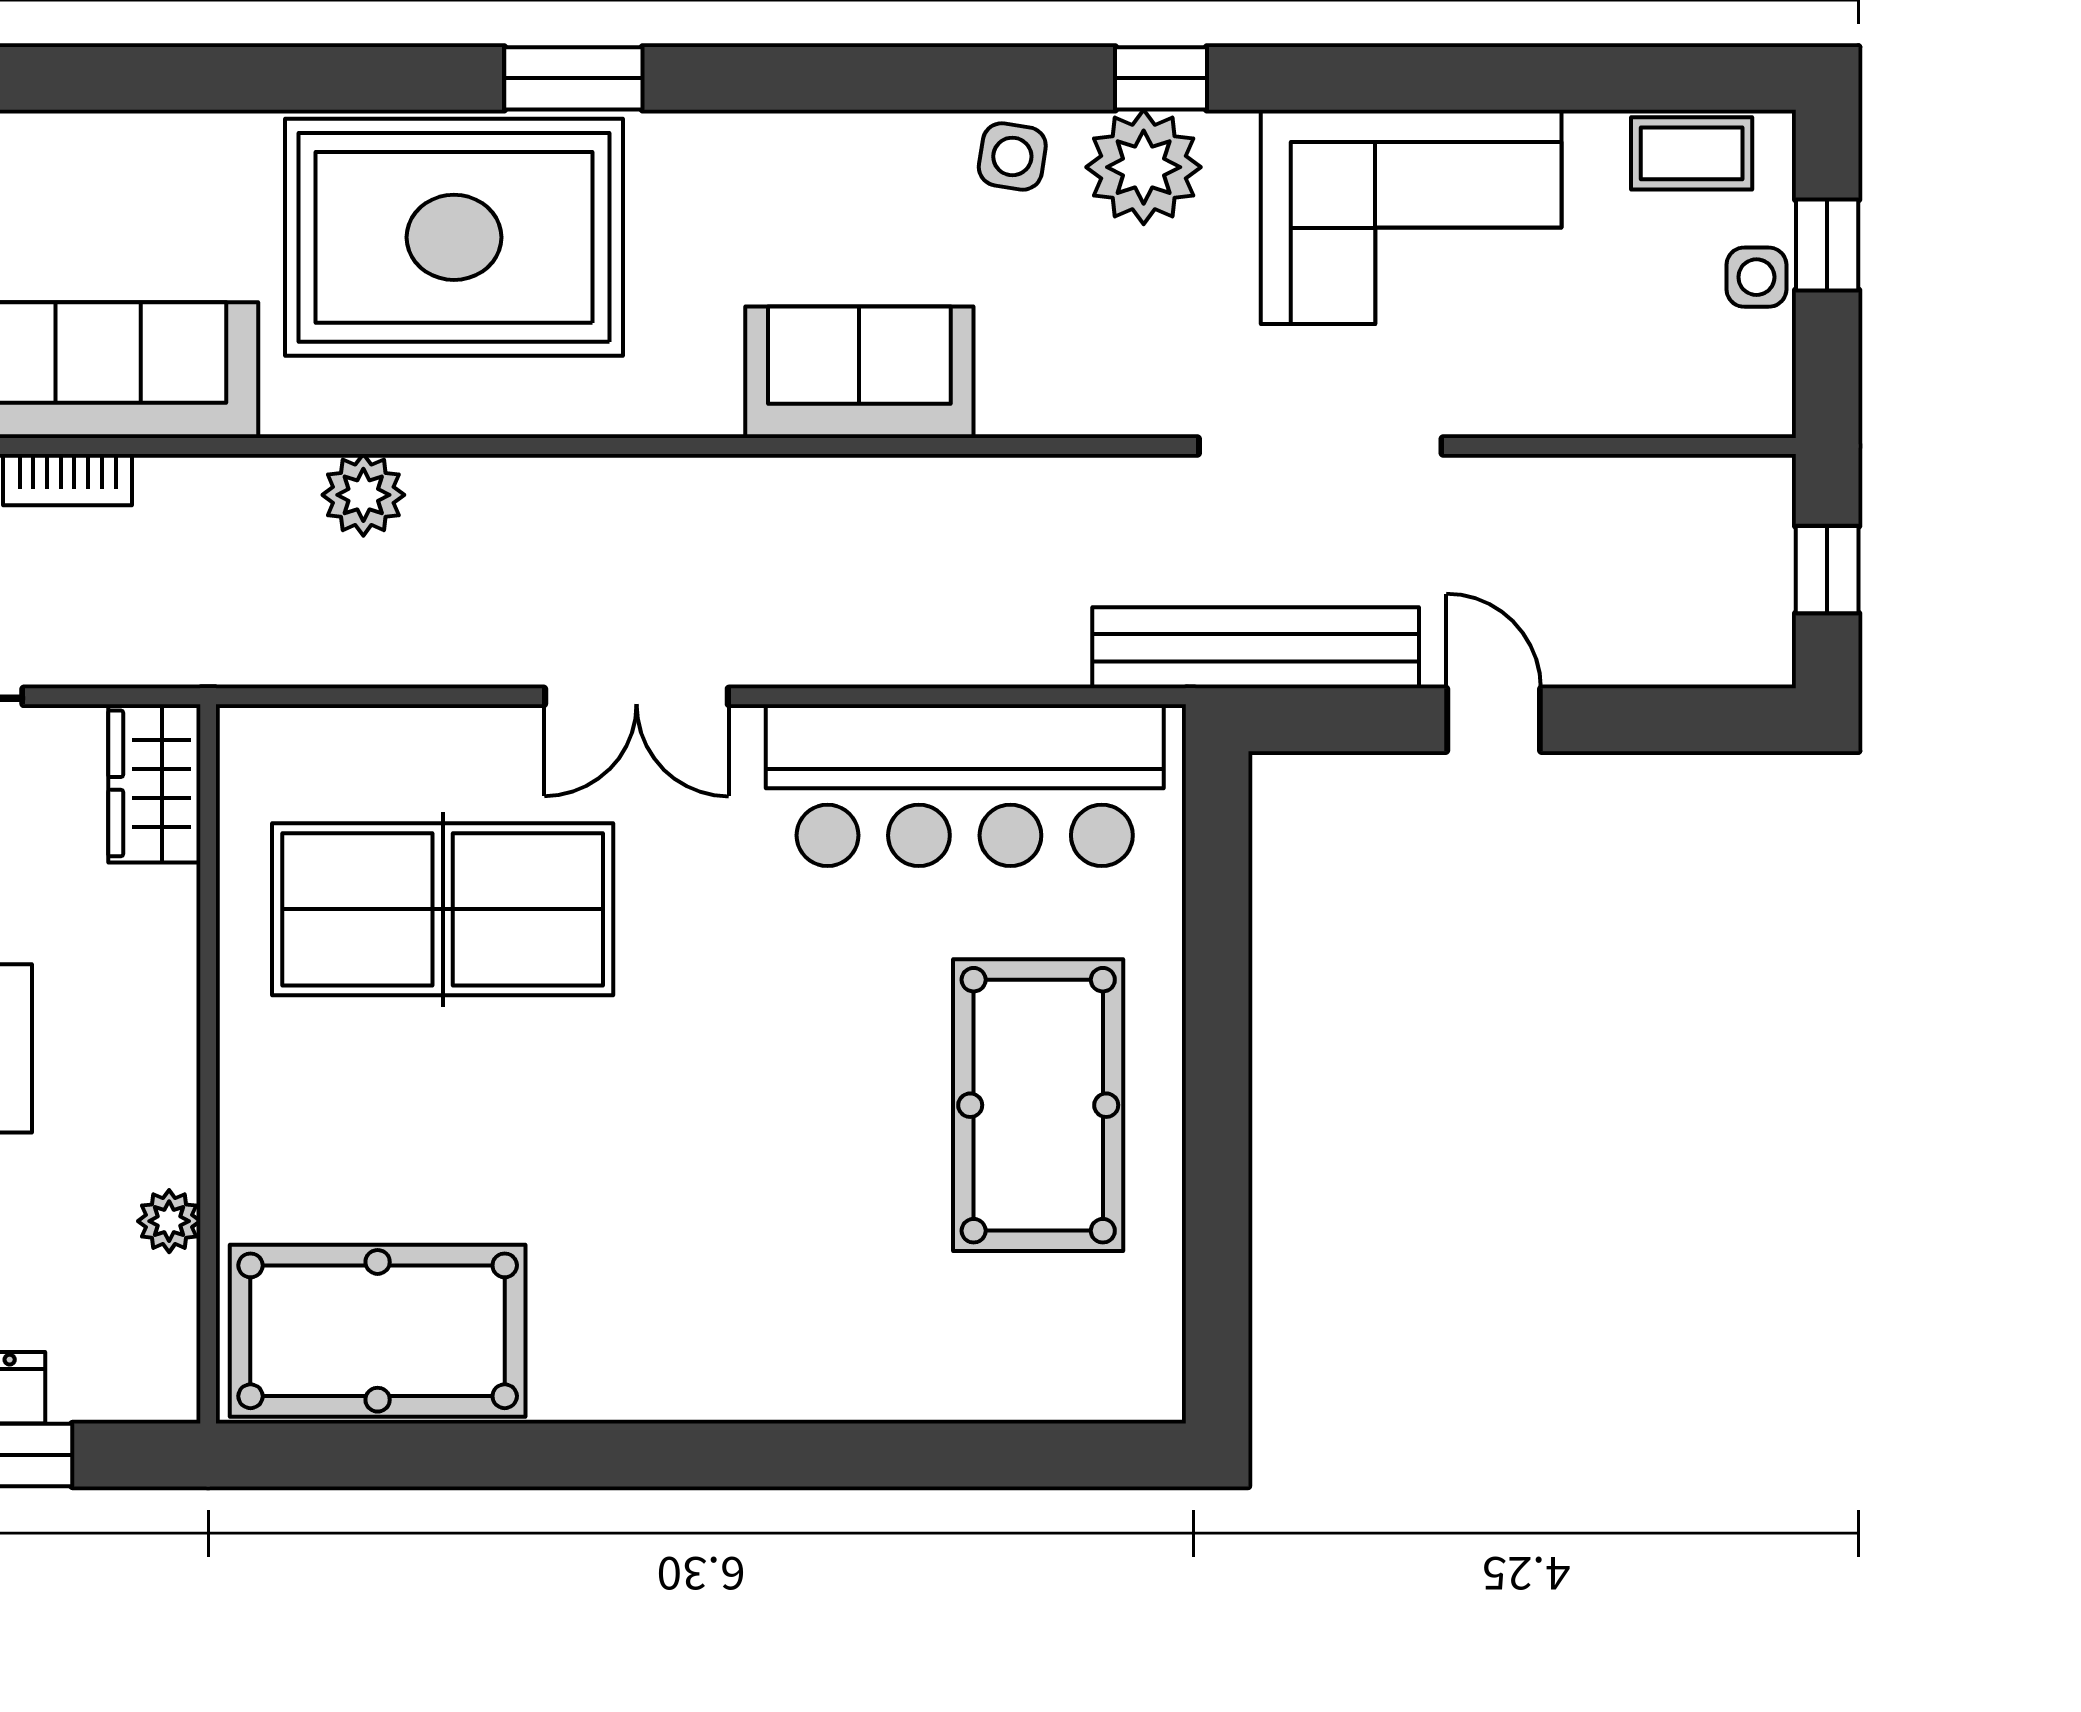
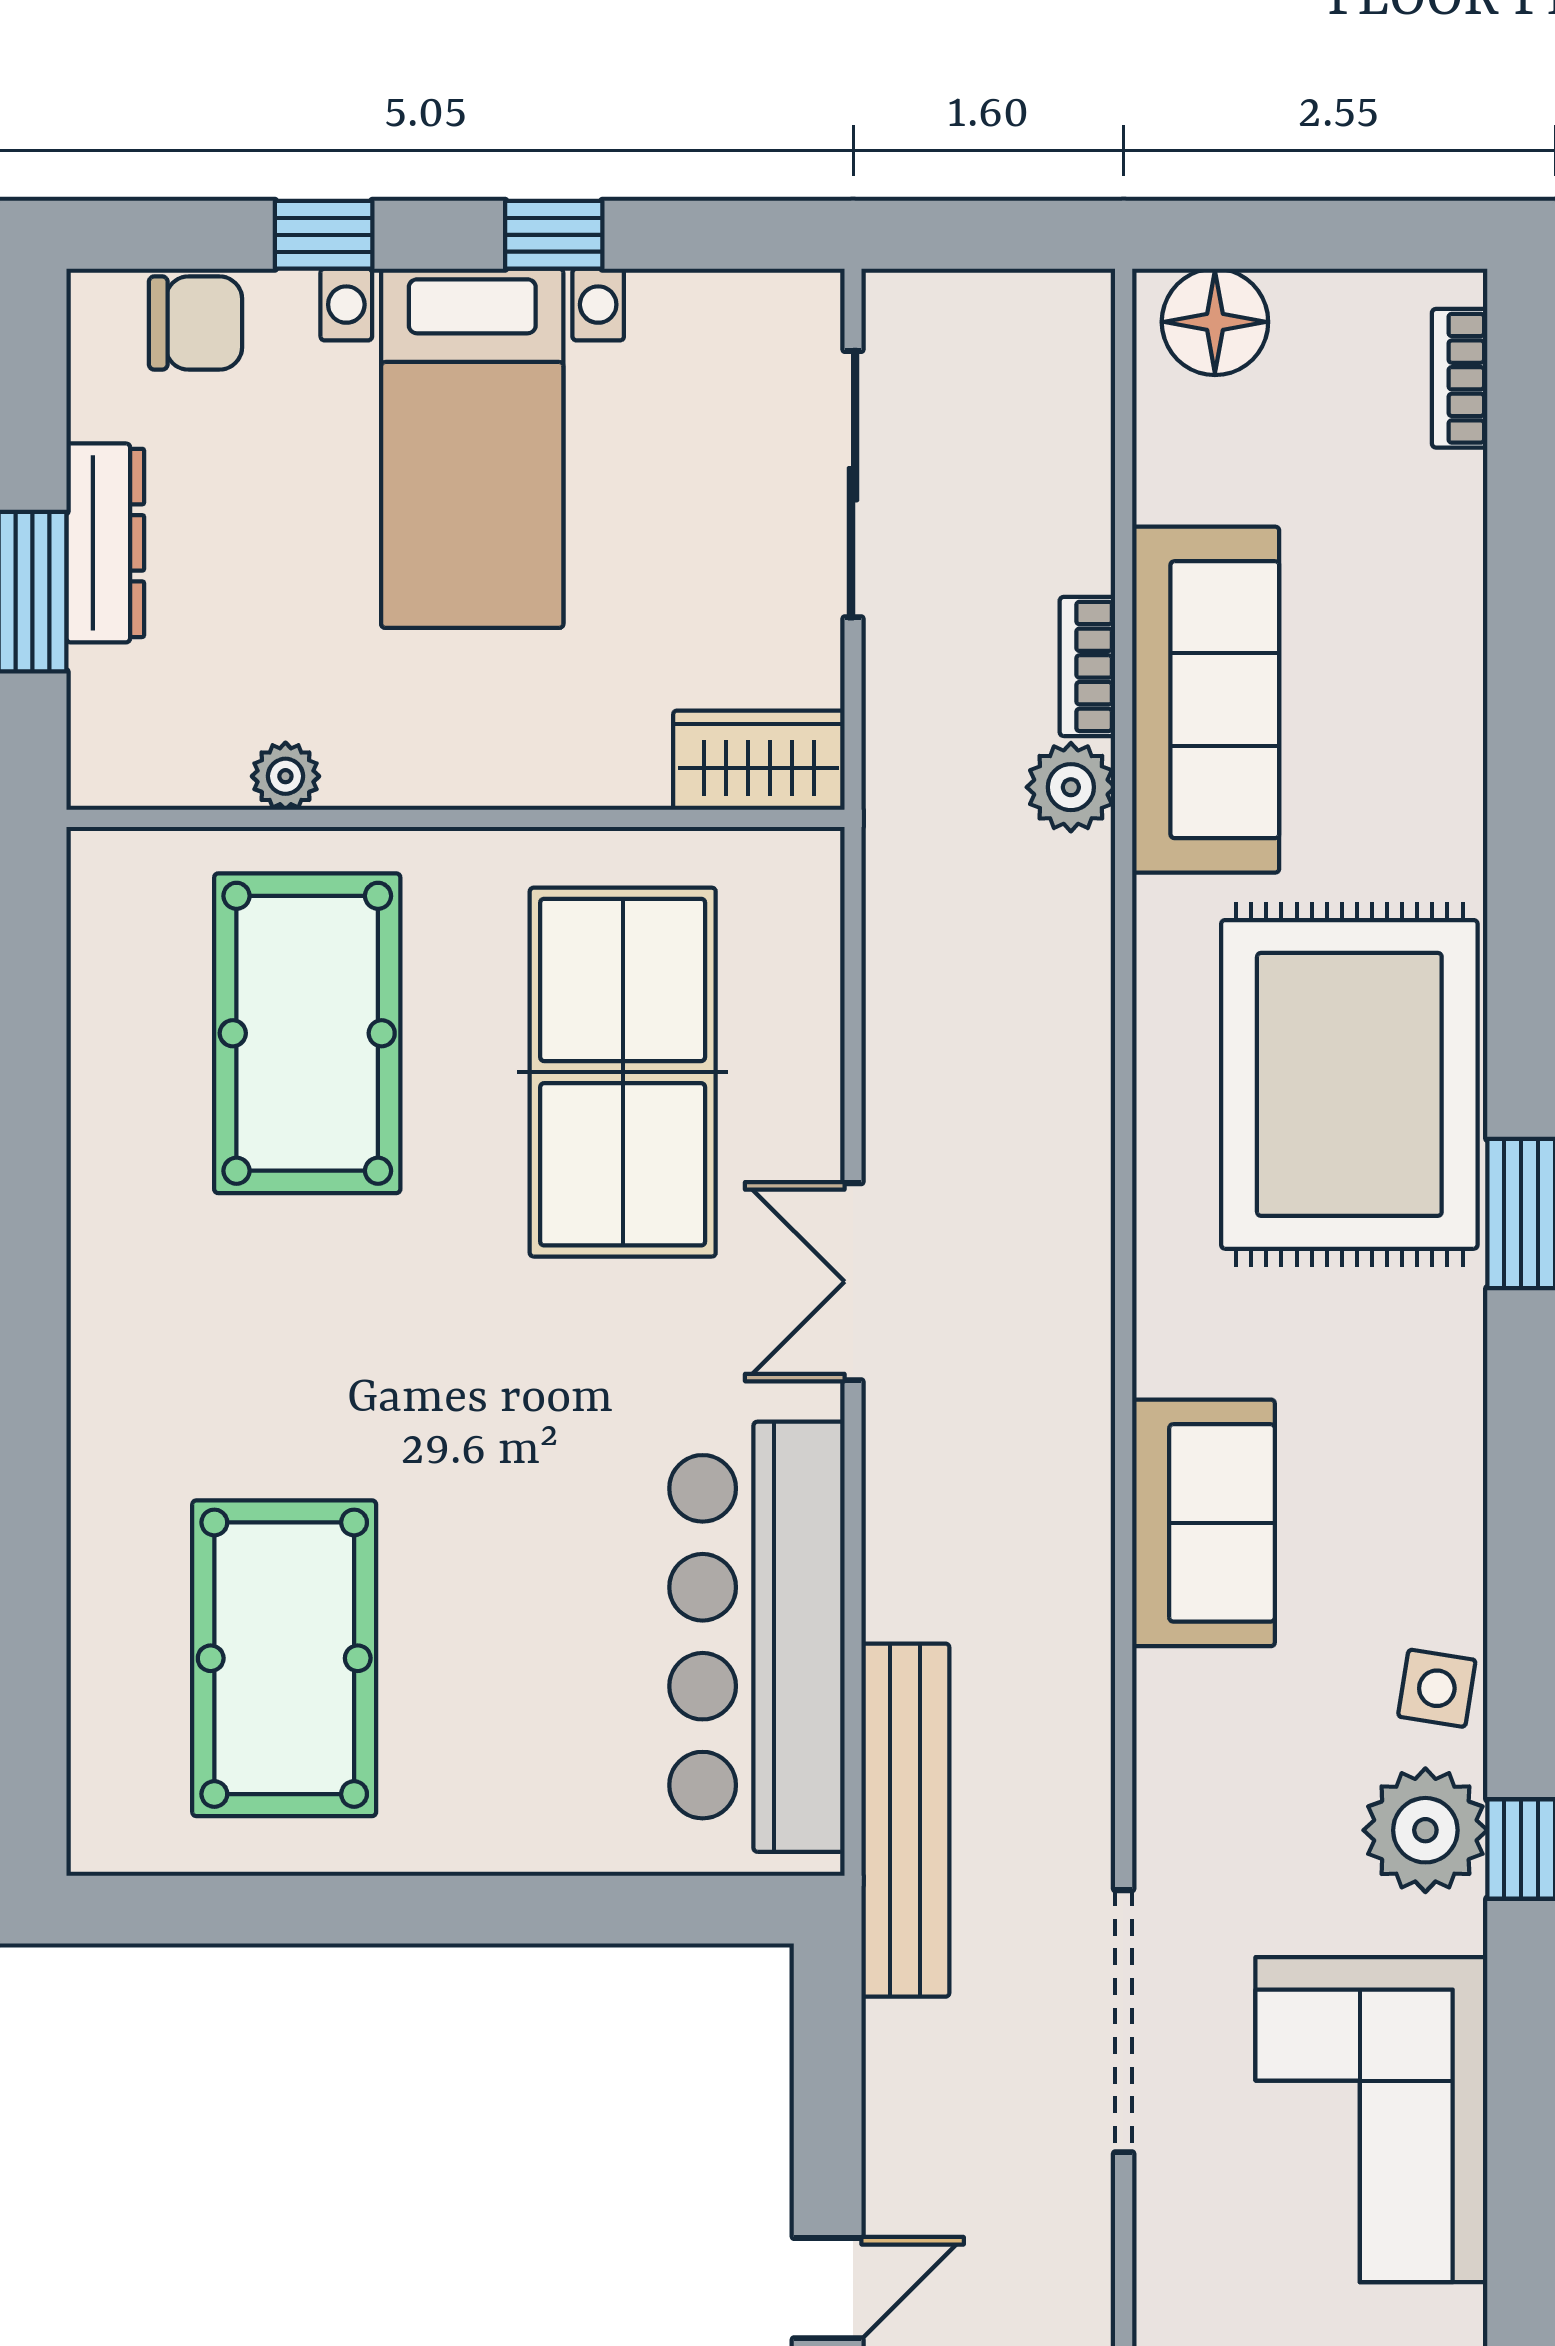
plant: (363, 495) -> (1071, 787), moved
bench: (1256, 648) -> (905, 1820), moved
door: (1494, 720) -> (828, 2288), moved
pool table: (1038, 1105) -> (284, 1658), moved, turned 90
pool table: (378, 1331) -> (307, 1033), moved

